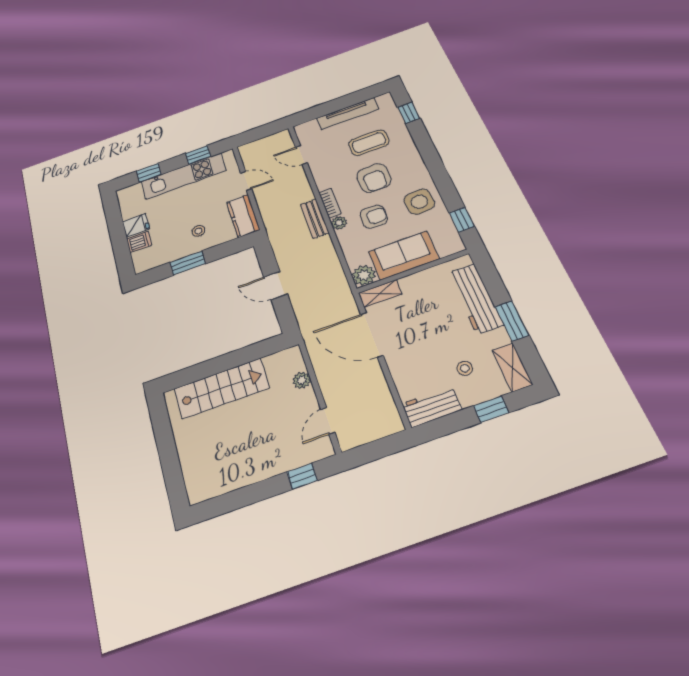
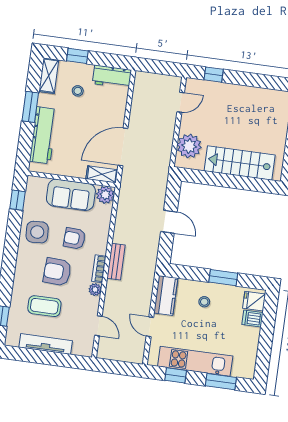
window: (149, 173) -> (221, 382), width x1.50
armchair: (374, 178) -> (57, 272), turned -87
plant: (339, 223) -> (95, 290), moved
fridge: (136, 225) -> (254, 301), moved
door: (372, 335) -> (123, 147), swing flipped
plant: (302, 380) -> (189, 146), width x1.87, depth x1.87

